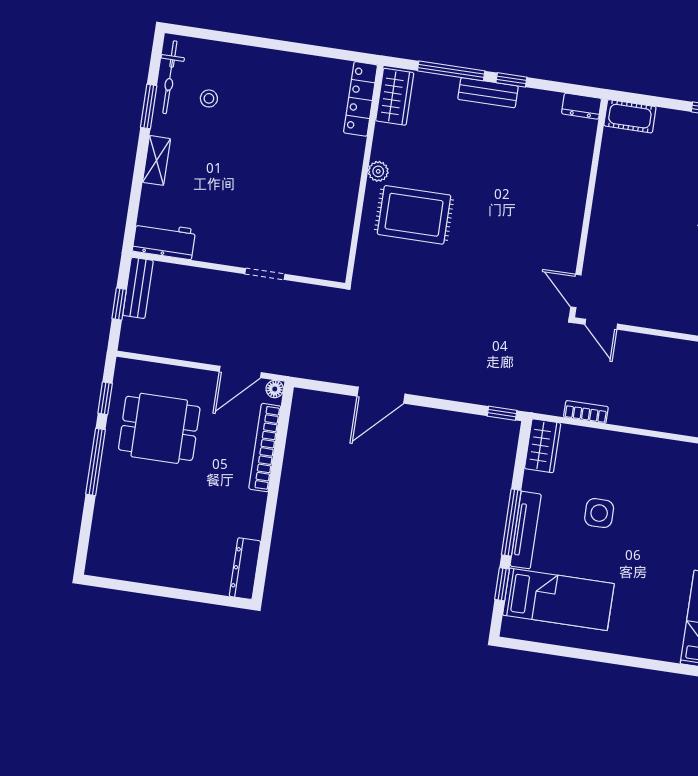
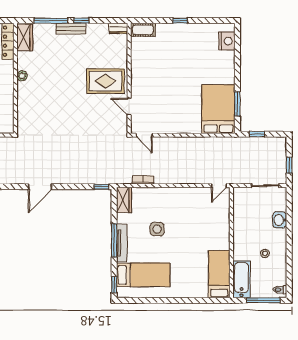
rug: (414, 215) -> (105, 81), moved
door: (576, 291) -> (129, 107), moved
window: (502, 584) -> (114, 285), moved

